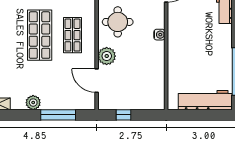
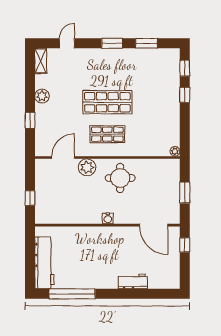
window: (58, 115) -> (30, 120), width x0.46
window: (124, 115) -> (30, 198), moved

